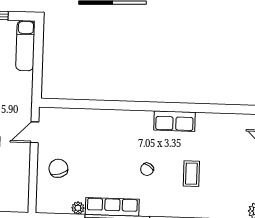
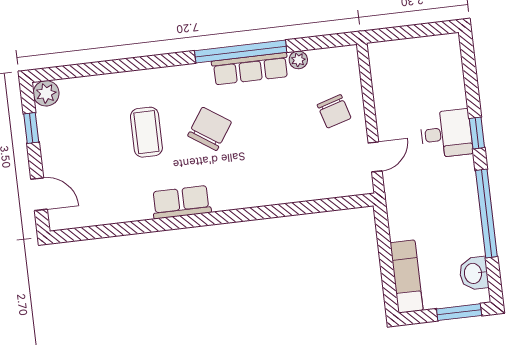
chair: (147, 169) -> (210, 129), width x1.87, depth x1.87
coffee table: (191, 174) -> (146, 132), width x1.36, depth x1.30

